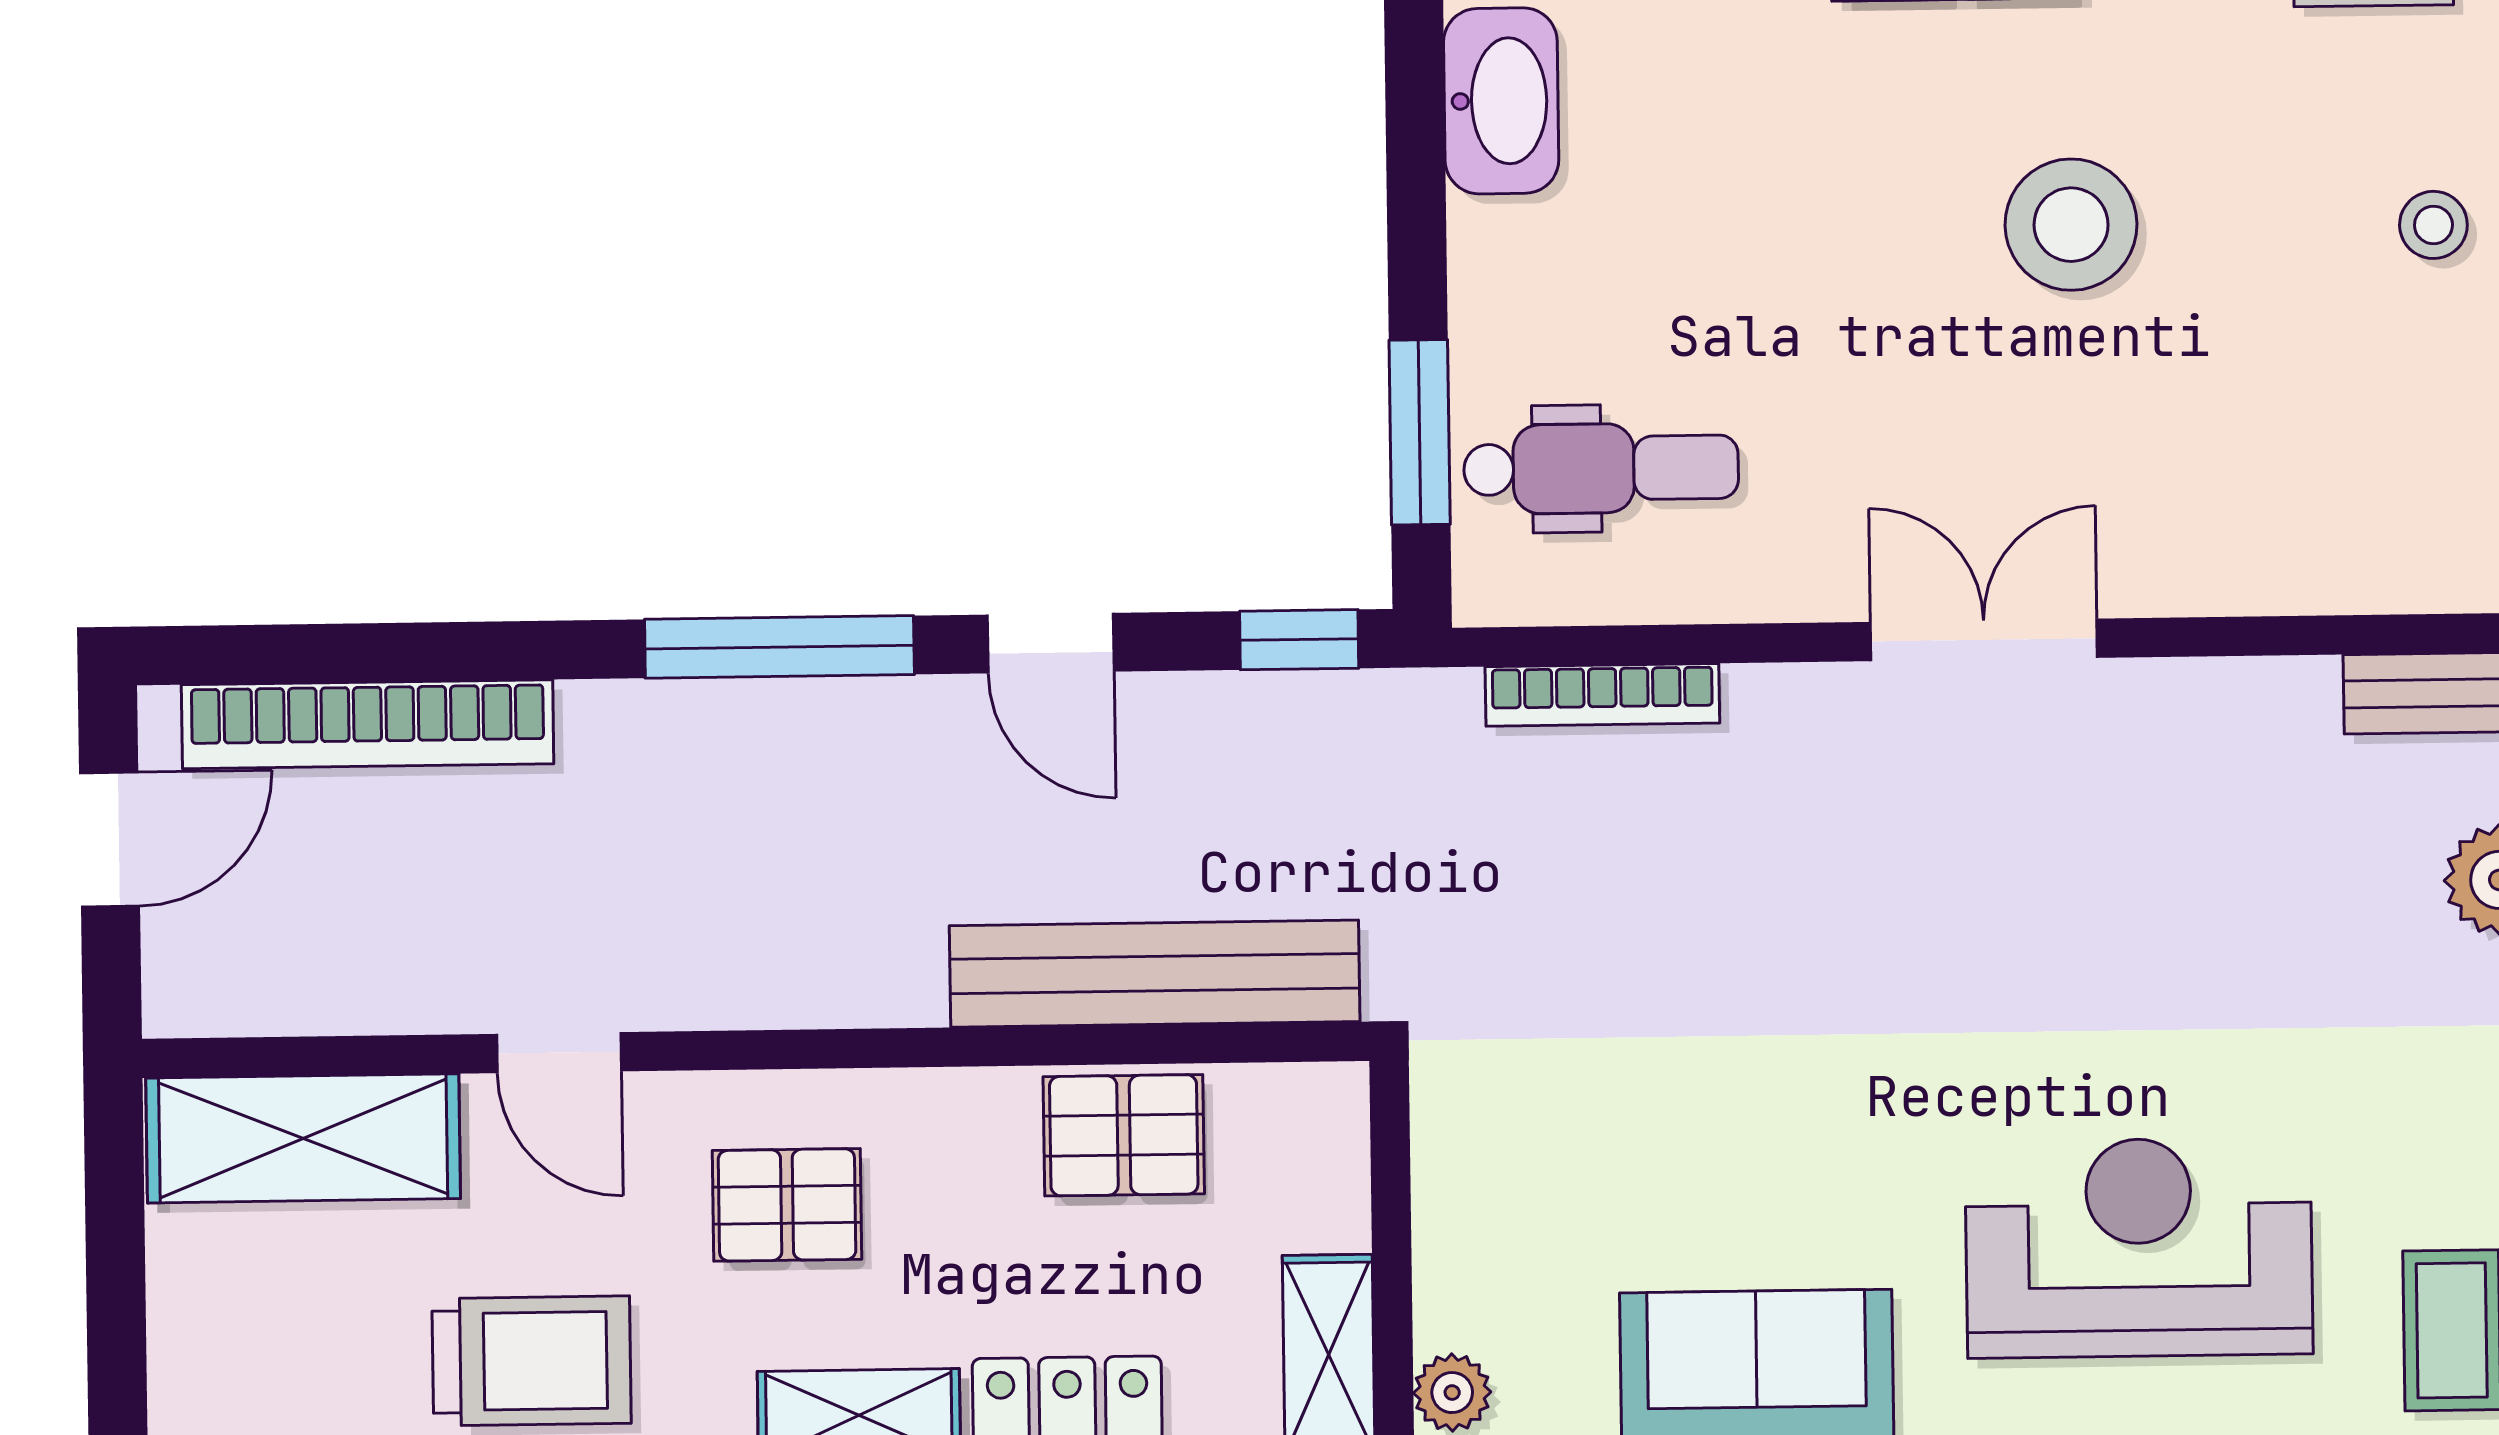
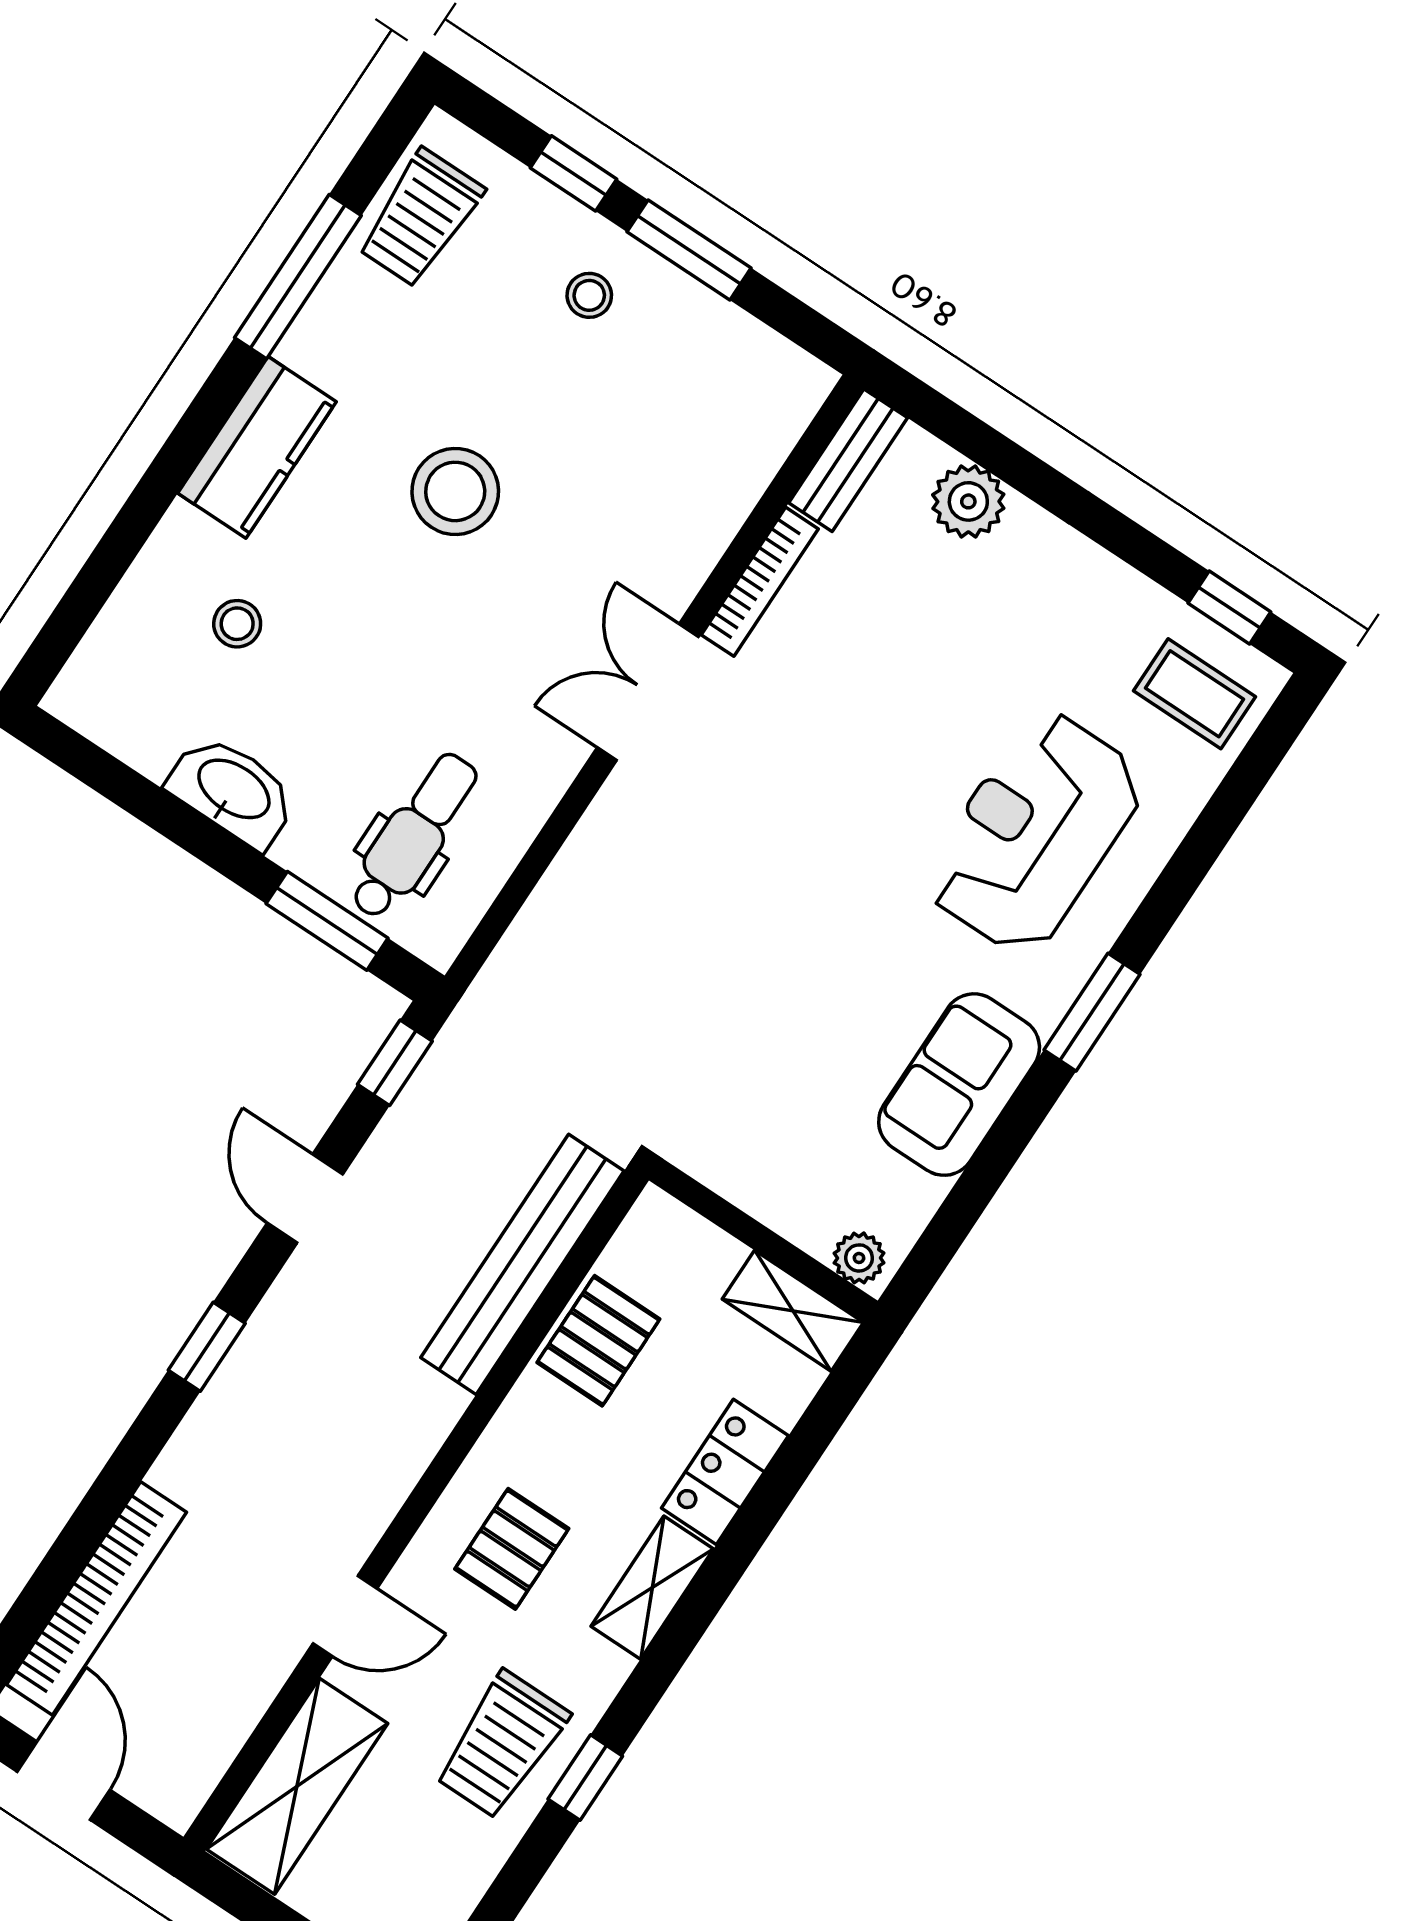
stool: (1717, 64) -> (237, 624), added
washbasin: (1501, 101) -> (233, 791), moved
door: (1051, 643) -> (305, 1199), swing flipped
window: (779, 647) -> (207, 1347), width x0.46
bookcase: (1602, 695) -> (760, 582), moved
trolley: (532, 1361) -> (502, 1745), turned 180

